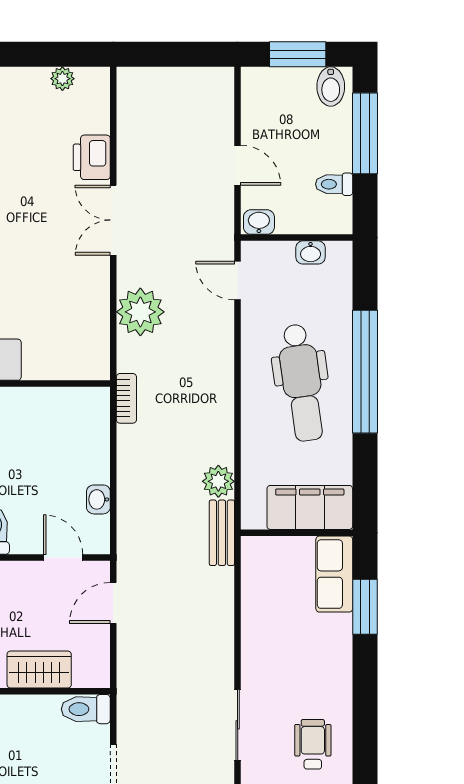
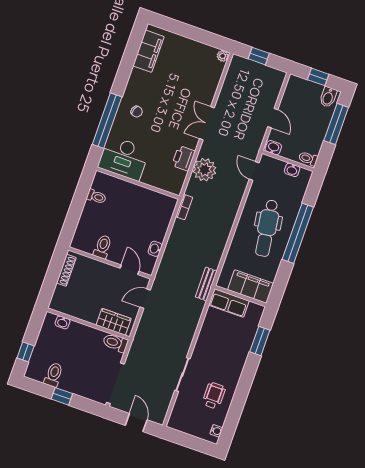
window: (168, 54) -> (259, 56), added
window: (298, 54) -> (318, 77), width x0.67
plant: (62, 79) -> (223, 56), moved
printer: (92, 157) -> (183, 158), moved
toilet: (334, 184) -> (308, 159), moved
plant: (218, 481) -> (213, 260), removed
row of seats: (334, 574) -> (229, 303), moved, turned -90
wardrobe: (39, 669) -> (114, 322), moved

